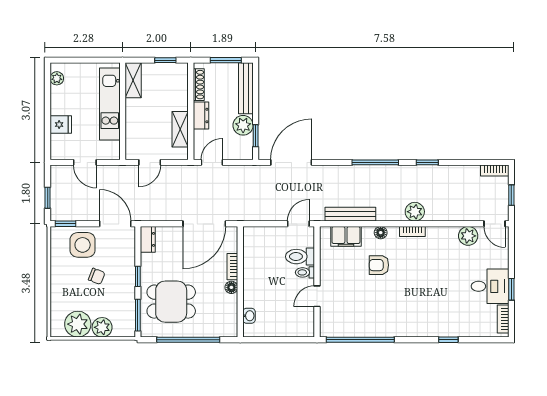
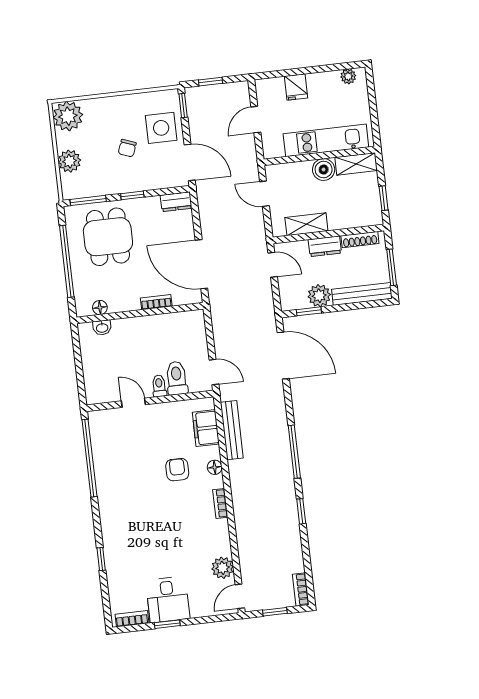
boiler: (135, 109) -> (324, 170), added
plant: (415, 212) -> (243, 504), removed
door: (115, 224) -> (190, 162), hinge flipped
floor lamp: (231, 287) -> (100, 308), moved
plant: (78, 324) -> (68, 116), moved

